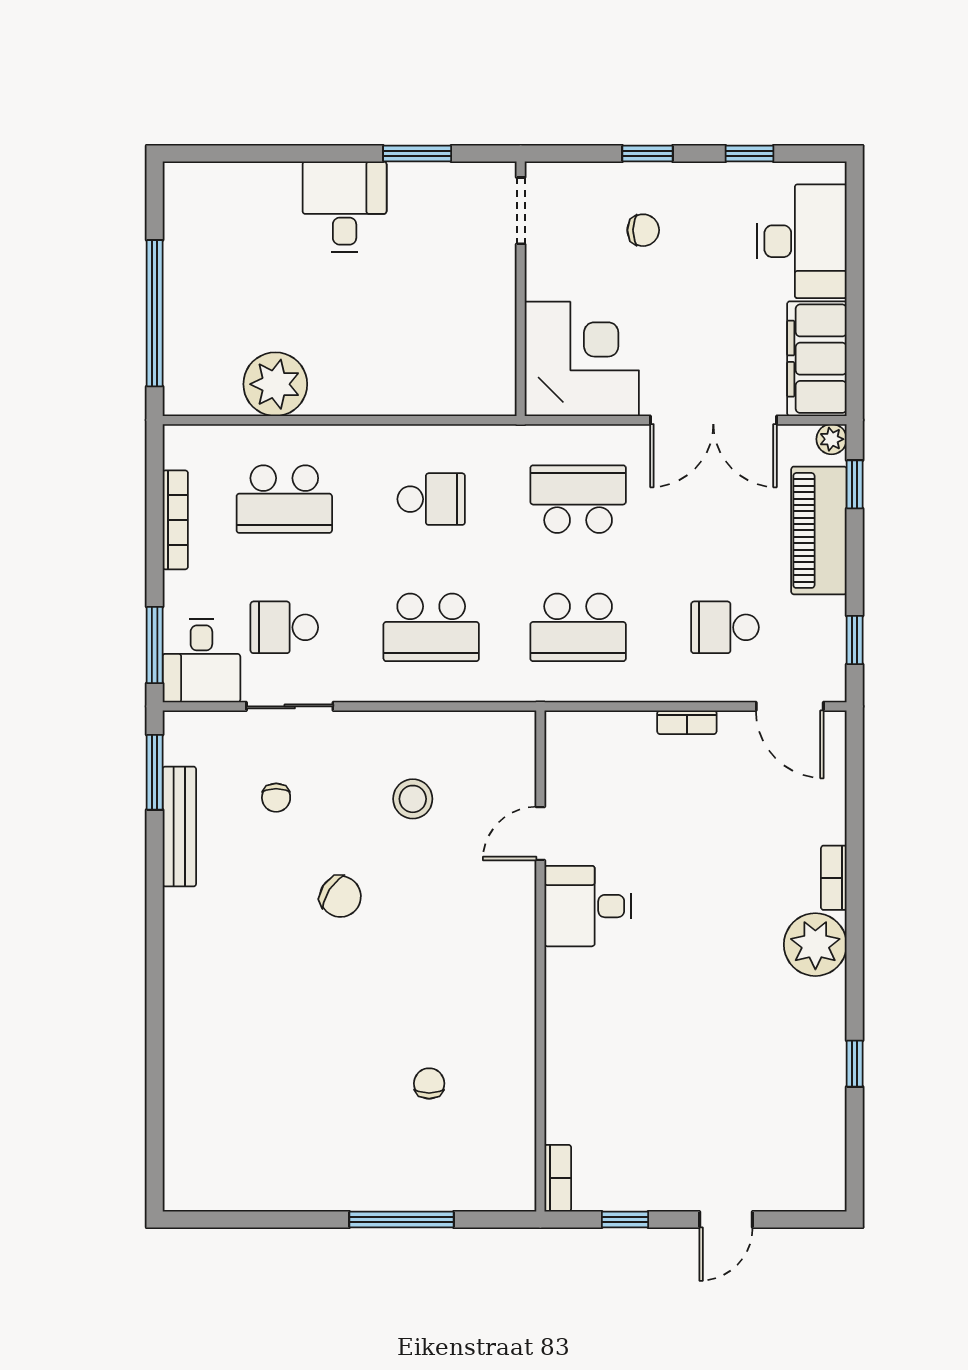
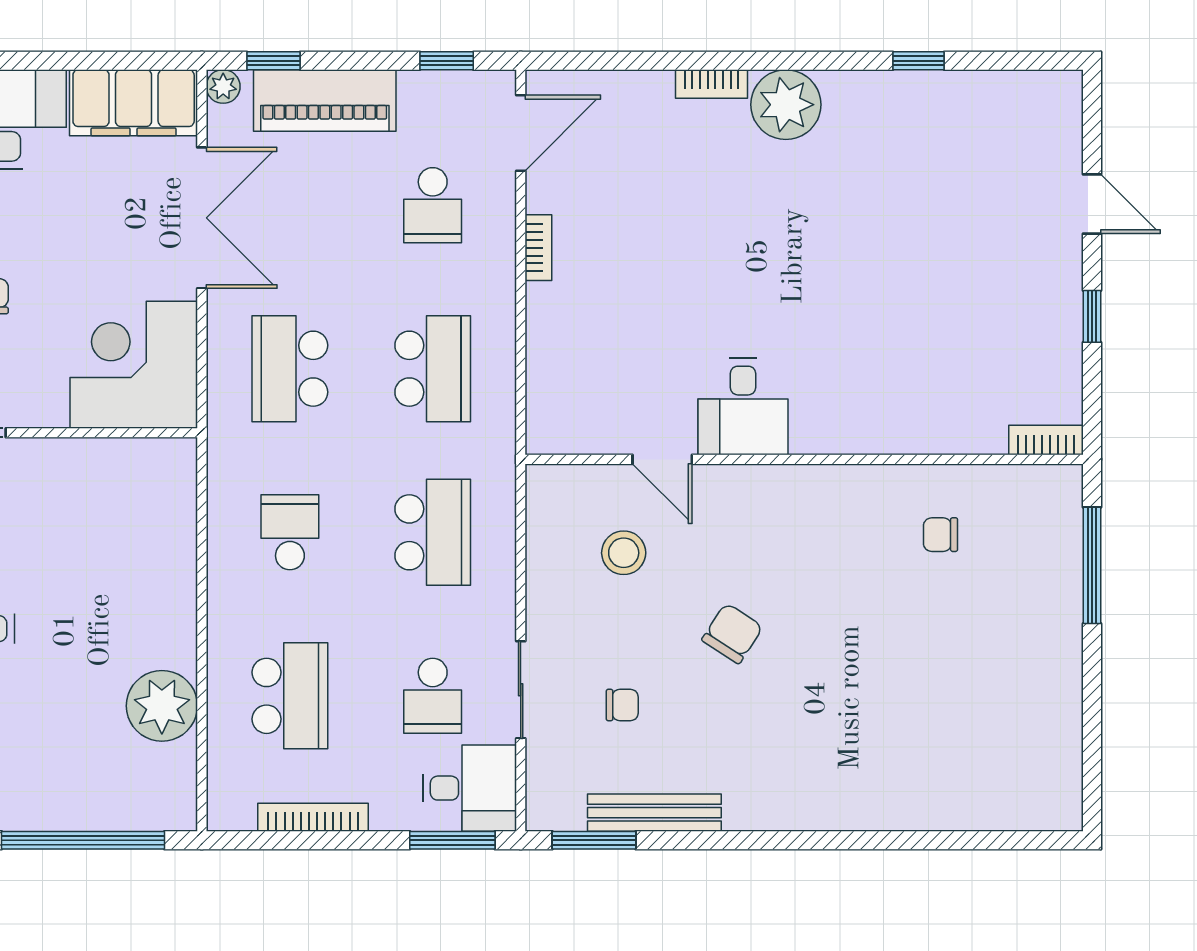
door: (540, 833) -> (662, 459), moved
desk: (588, 906) -> (743, 407), moved
wall: (540, 961) -> (804, 459), moved
bookcase: (558, 1178) -> (1046, 440), moved

